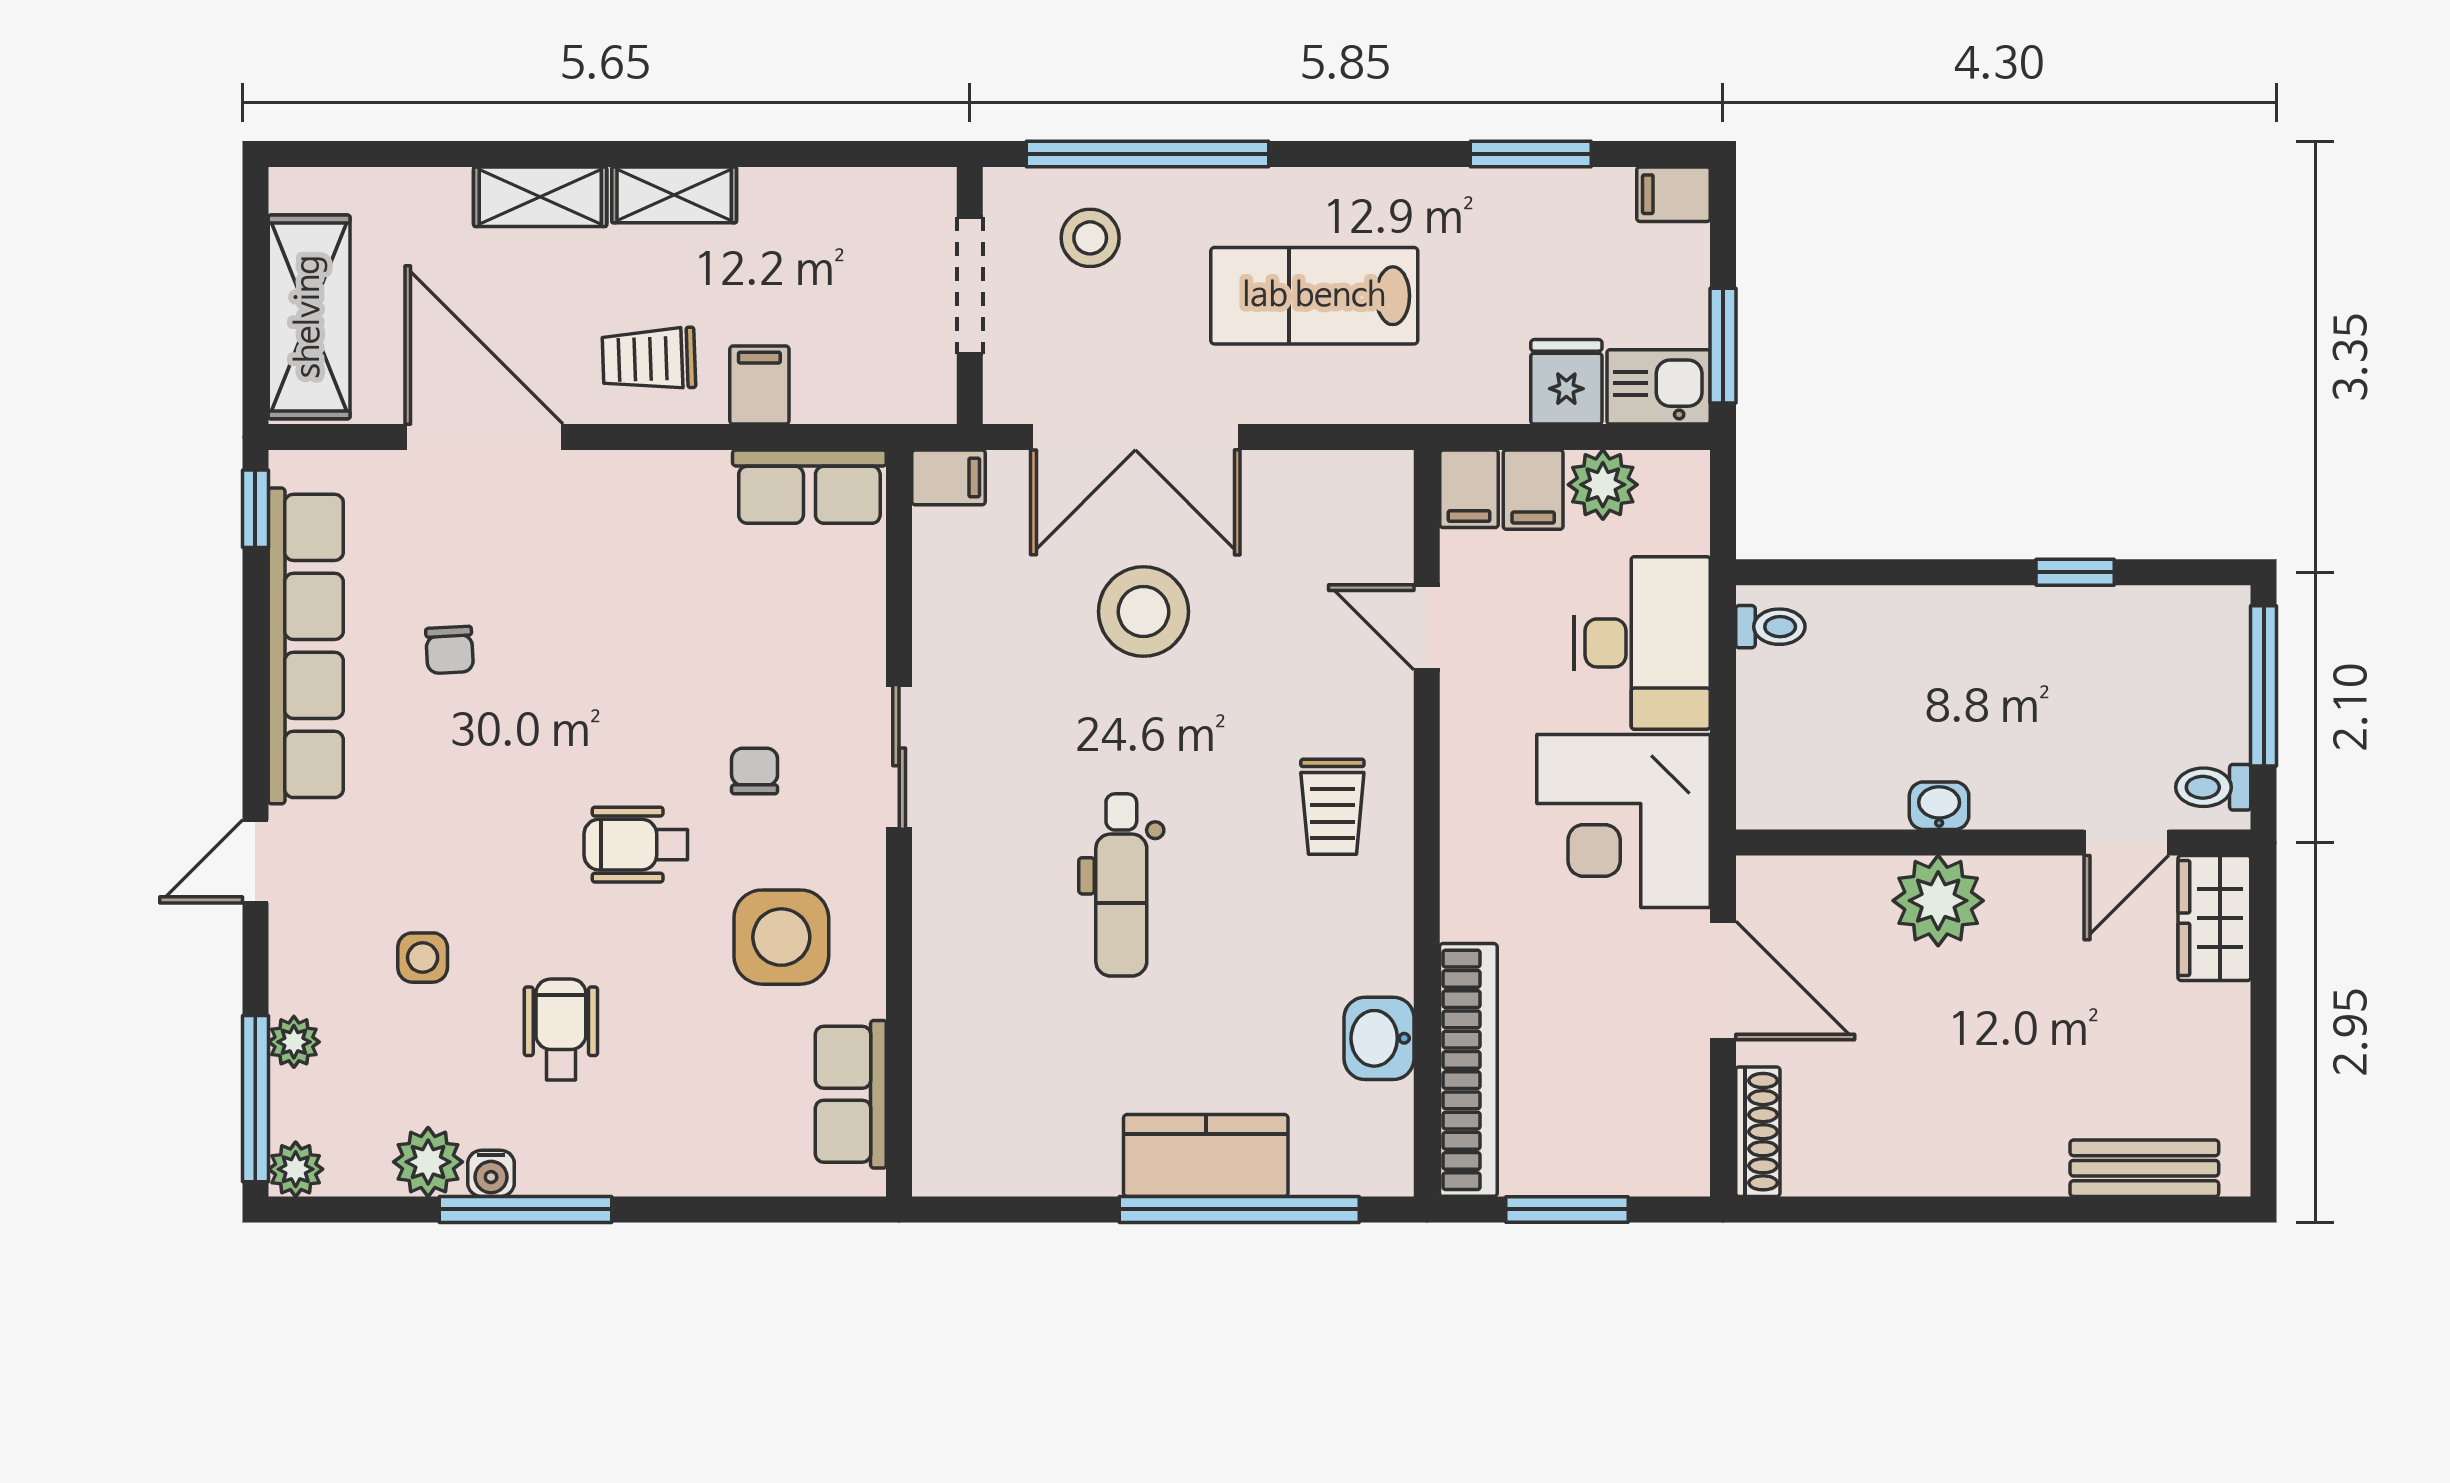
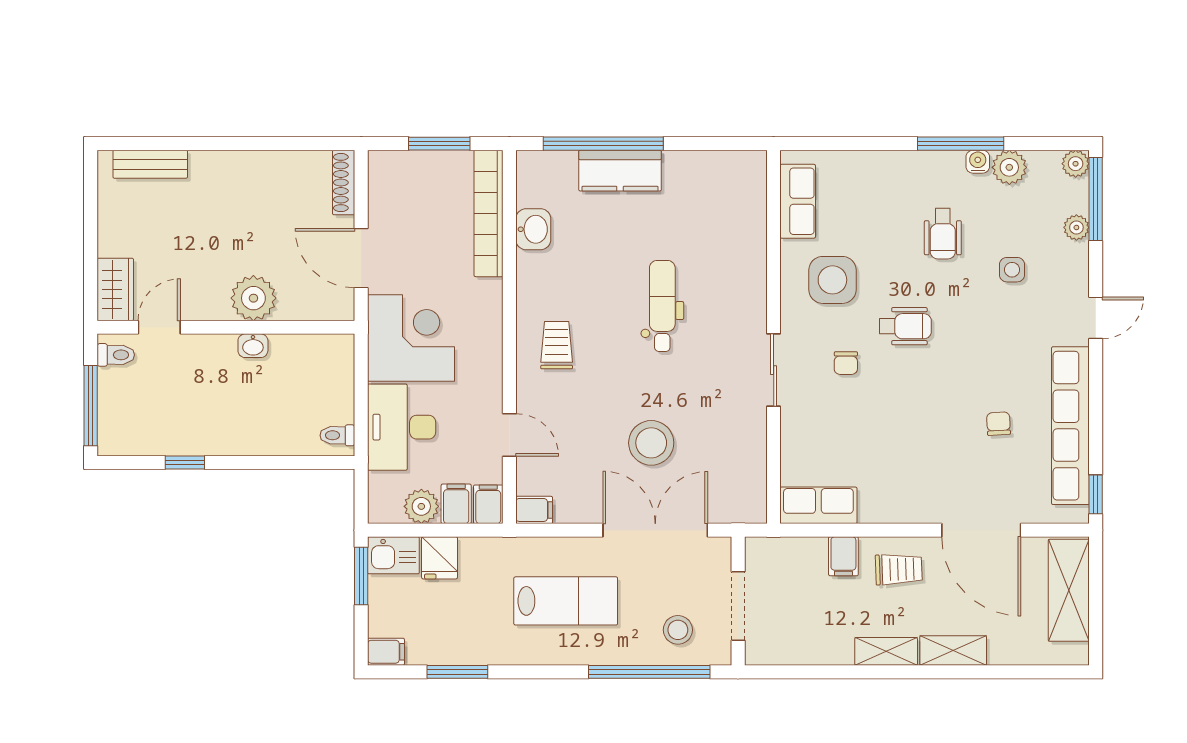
filing cabinet: (949, 477) -> (534, 510), moved, turned 180

